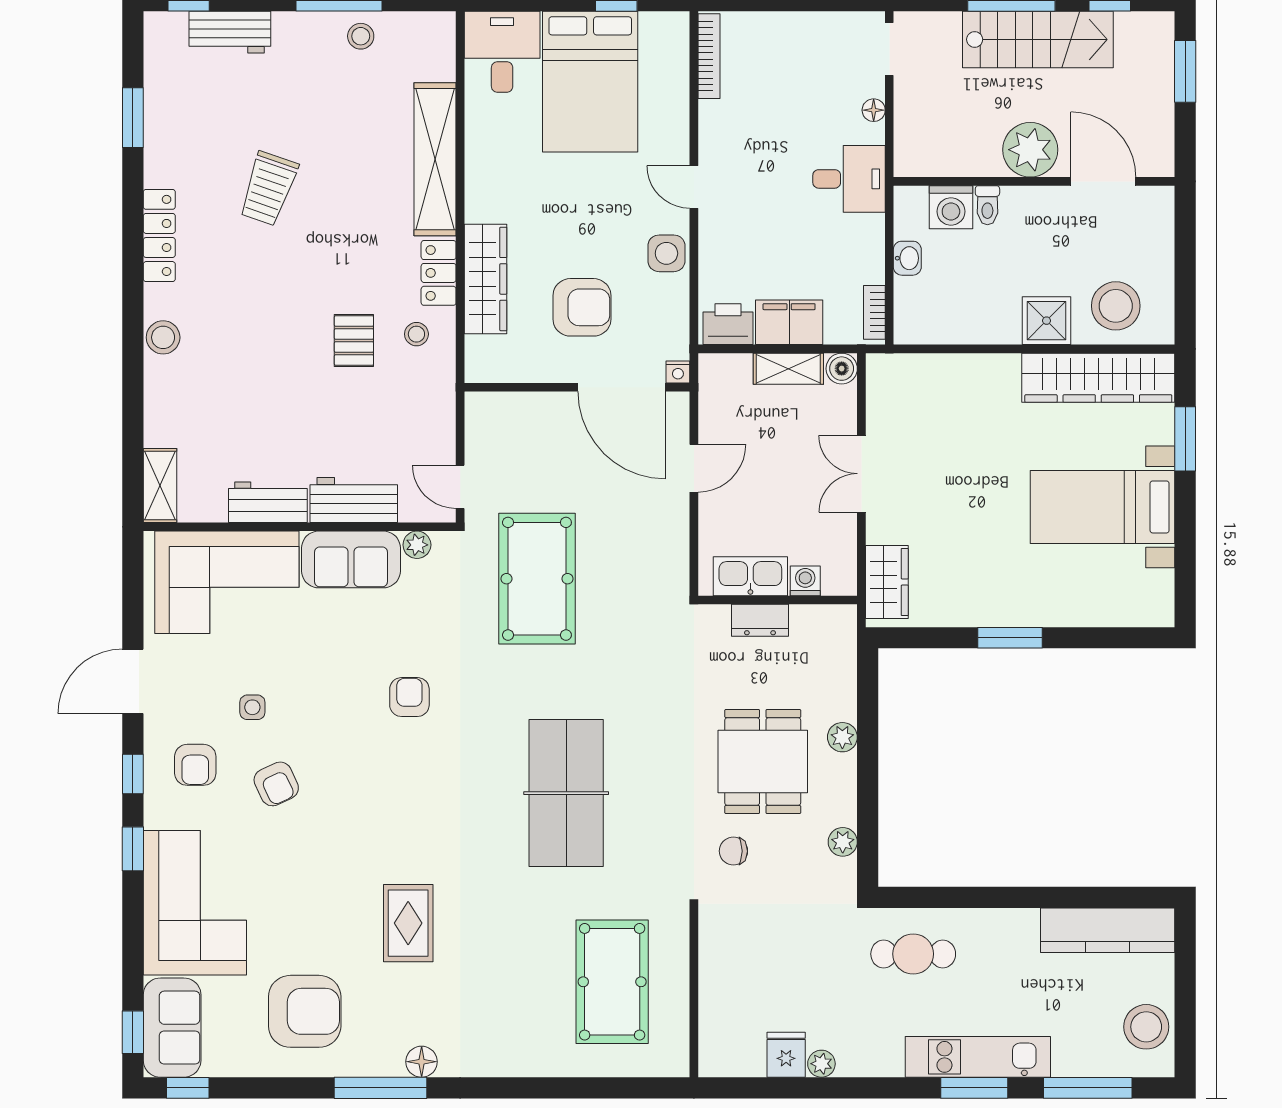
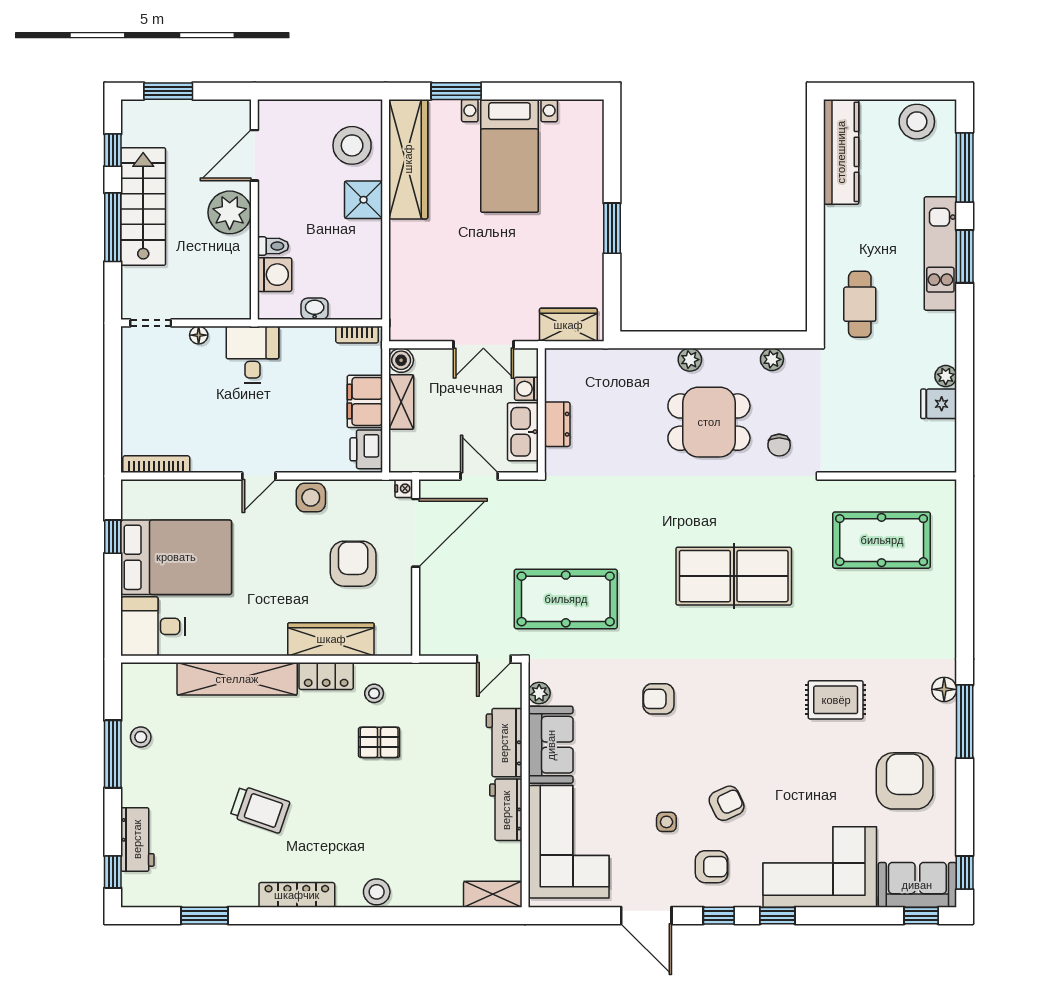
kitchen sink: (750, 576) -> (523, 432), moved
washing machine: (805, 581) -> (526, 389), moved
wall: (778, 600) -> (541, 410), moved
dresser: (760, 620) -> (557, 424), moved

